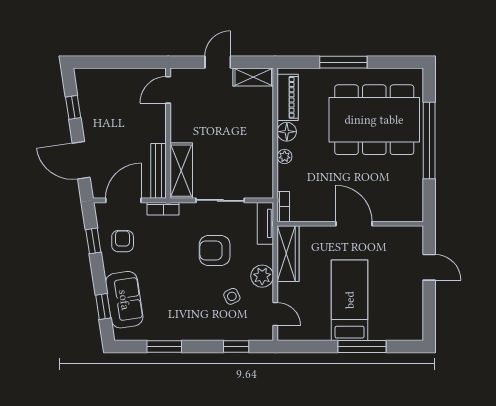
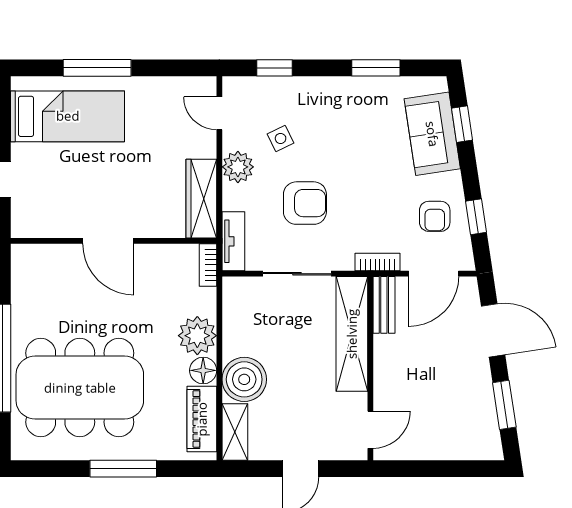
shelving: (253, 77) -> (235, 432), moved, turned 90
window: (73, 107) -> (504, 405), width x1.50
boiler: (258, 125) -> (244, 379), added
plant: (285, 156) -> (197, 336), width x1.87, depth x1.87
bench: (159, 171) -> (384, 305), width x0.73
shelving: (181, 171) -> (352, 334), width x1.47
bed: (350, 300) -> (68, 116), moved, turned -90

